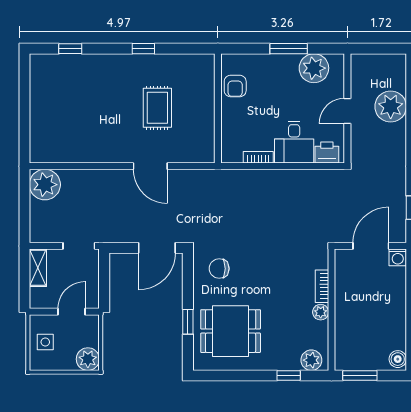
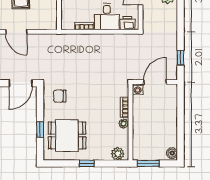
washing machine: (398, 257) -> (138, 89), moved
window: (289, 376) -> (87, 163), moved

